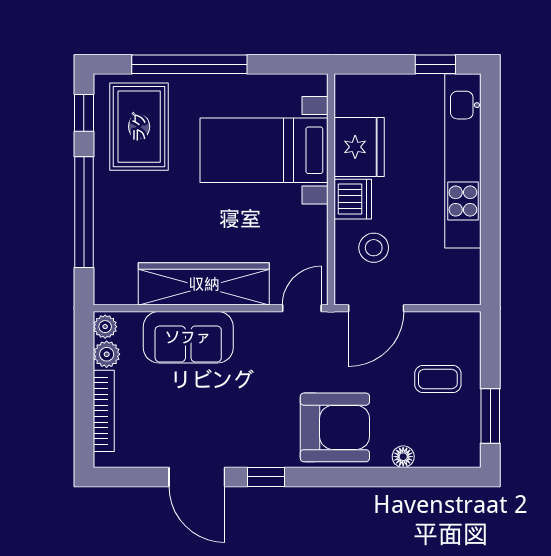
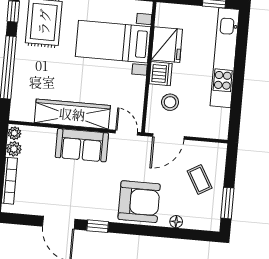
door: (302, 308) -> (126, 133), hinge flipped
sofa: (188, 337) -> (82, 145), moved
coffee table: (438, 379) -> (200, 180), turned 60

